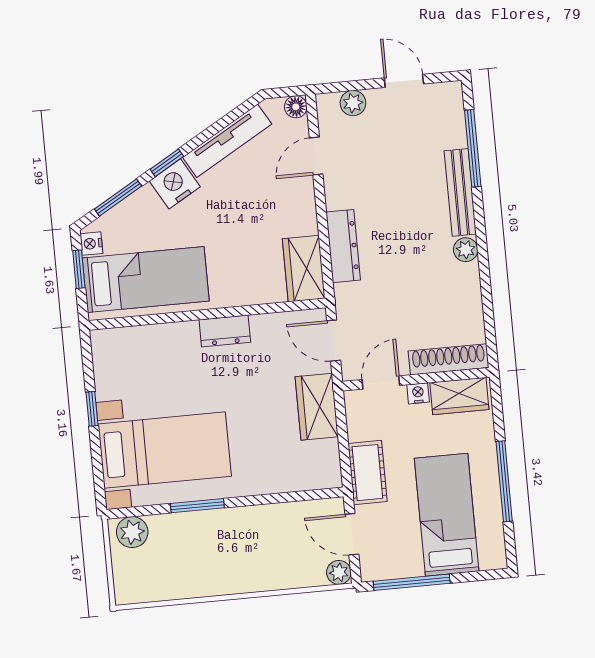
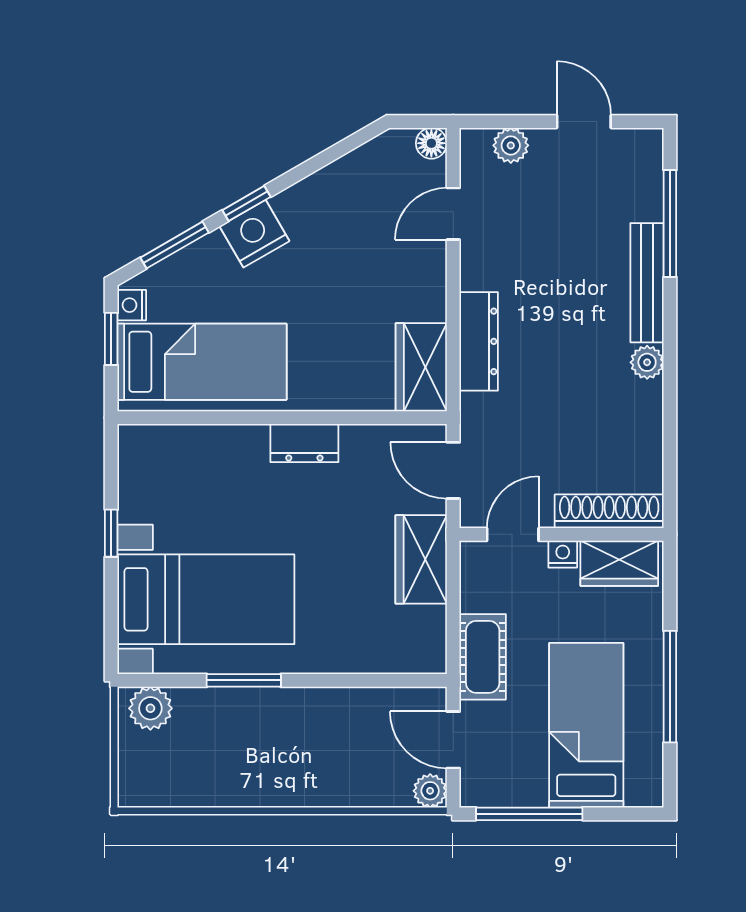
tv unit: (227, 141) -> (332, 181), removed

